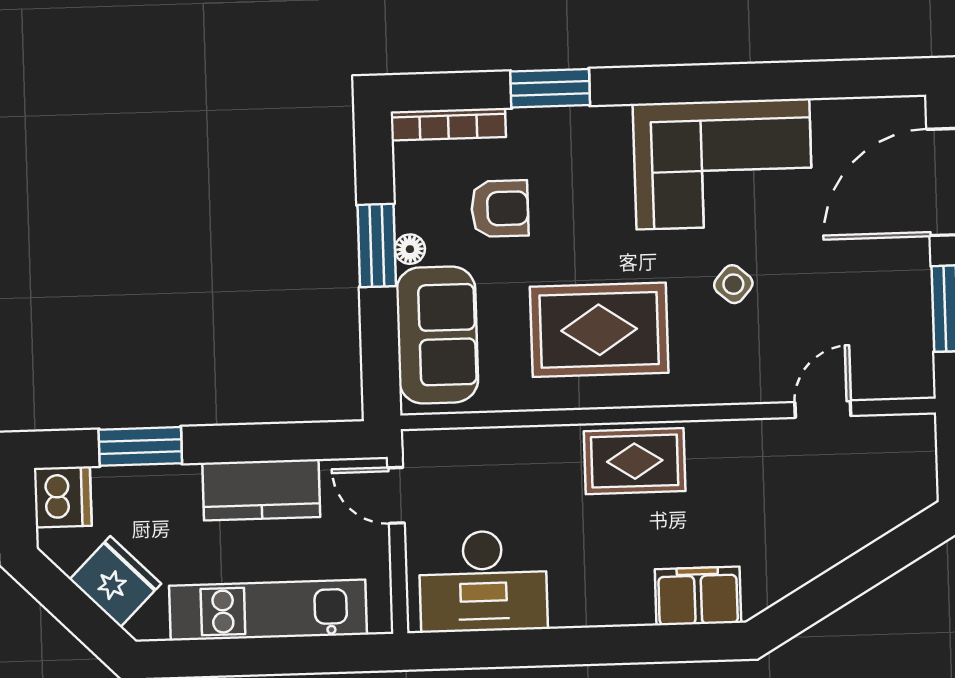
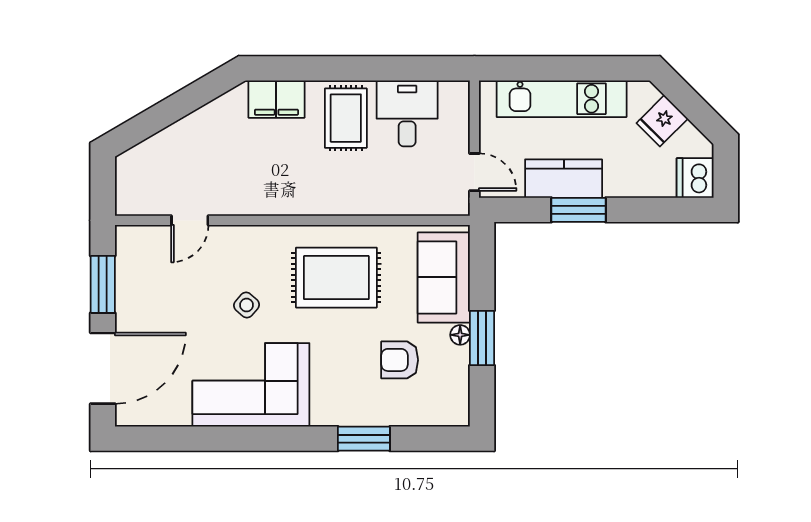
bookcase: (448, 124) -> (432, 417), removed
window: (140, 446) -> (579, 210), moved
rug: (635, 461) -> (346, 118), moved, turned 90
desk: (483, 581) -> (407, 113), width x0.73
fridge: (115, 582) -> (662, 121), width x0.72

